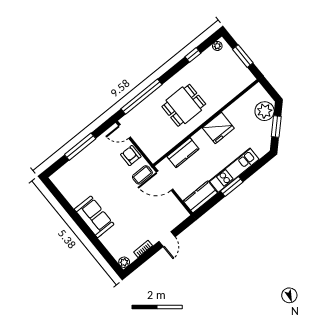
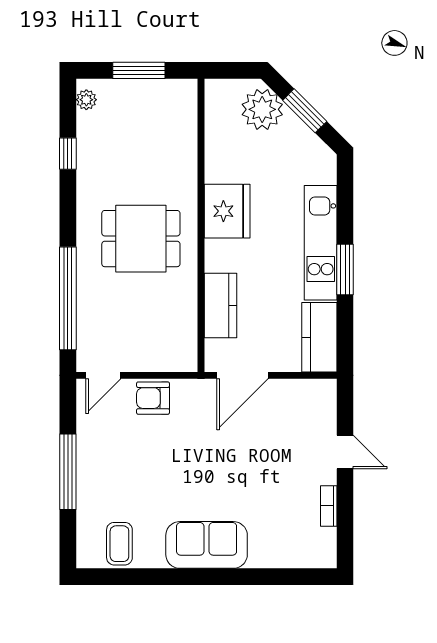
dining table: (184, 105) -> (141, 239), turned 90
coffee table: (142, 175) -> (119, 544), moved
plant: (124, 262) -> (325, 557), removed

